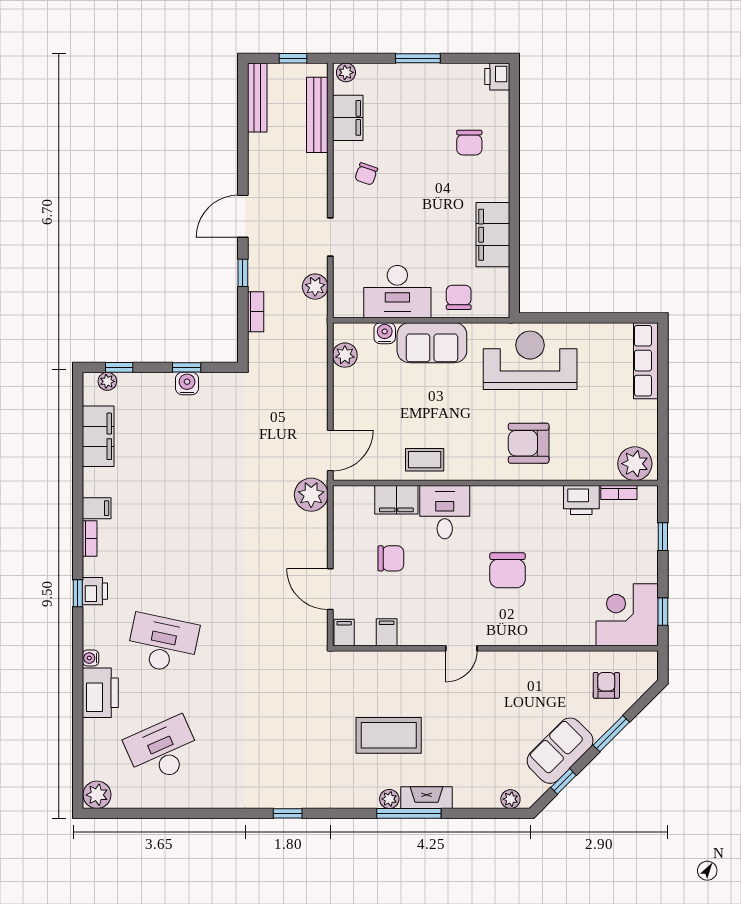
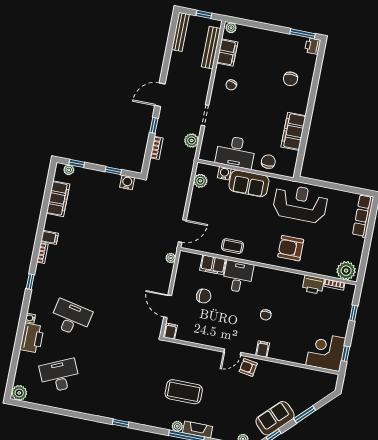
window: (418, 58) -> (302, 34), moved
water cooler: (187, 384) -> (127, 182), moved
plant: (311, 495) -> (171, 258), width x0.53, depth x0.53
chair: (508, 570) -> (266, 315), width x0.54, depth x0.54
printer: (95, 591) -> (40, 282), removed
filing cabinet: (387, 632) -> (263, 349), moved
armchair: (606, 685) -> (248, 367), moved, turned -81

